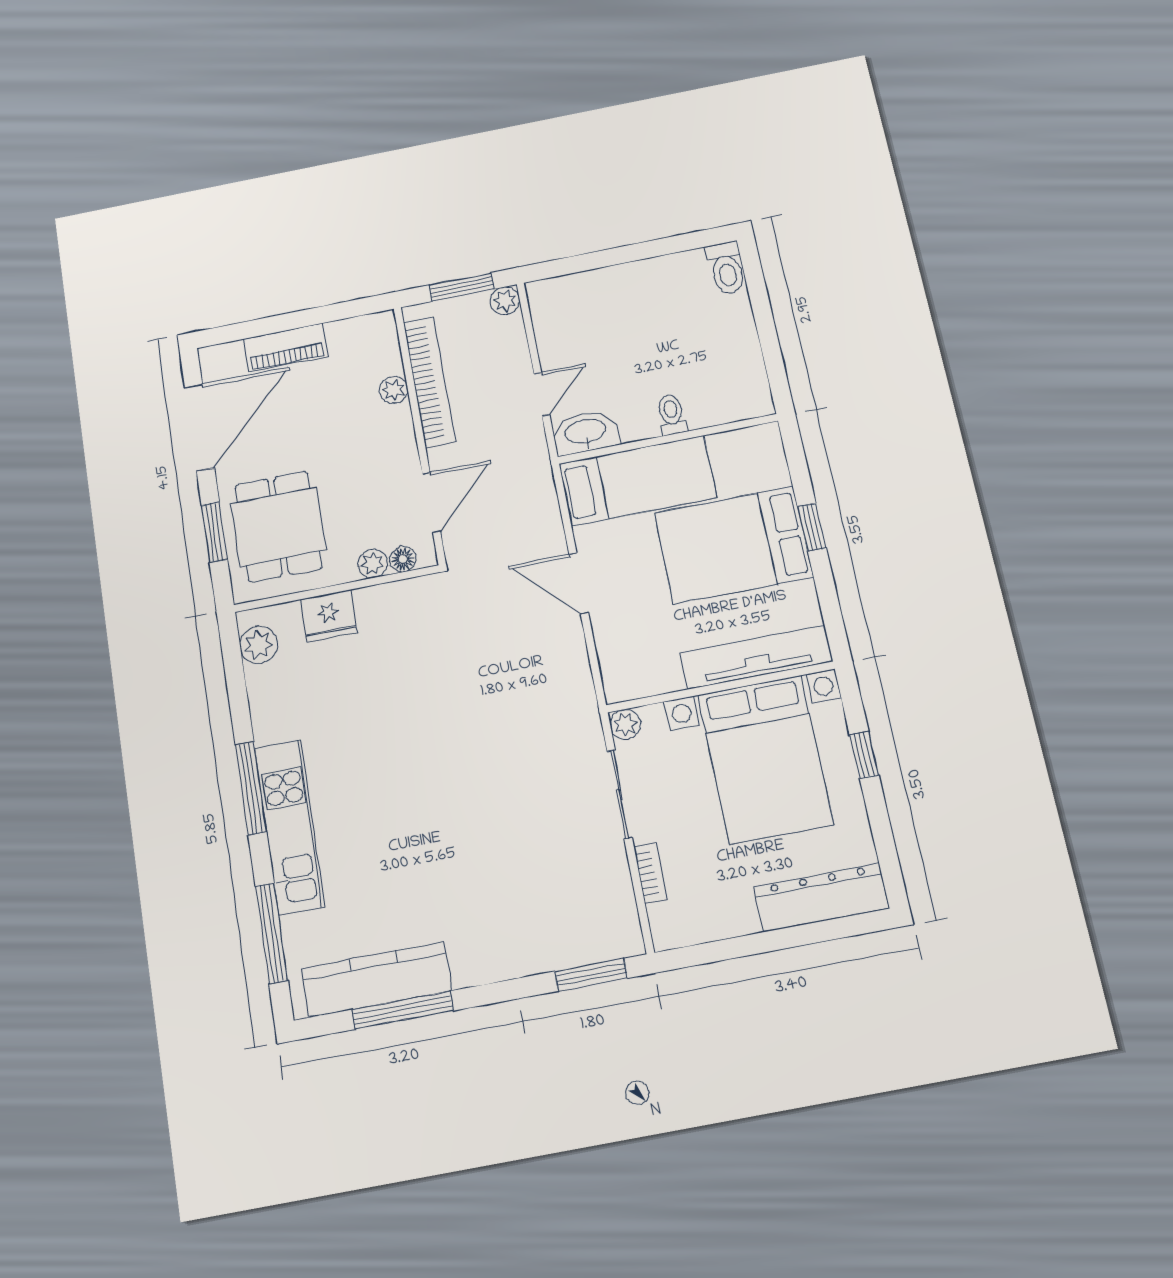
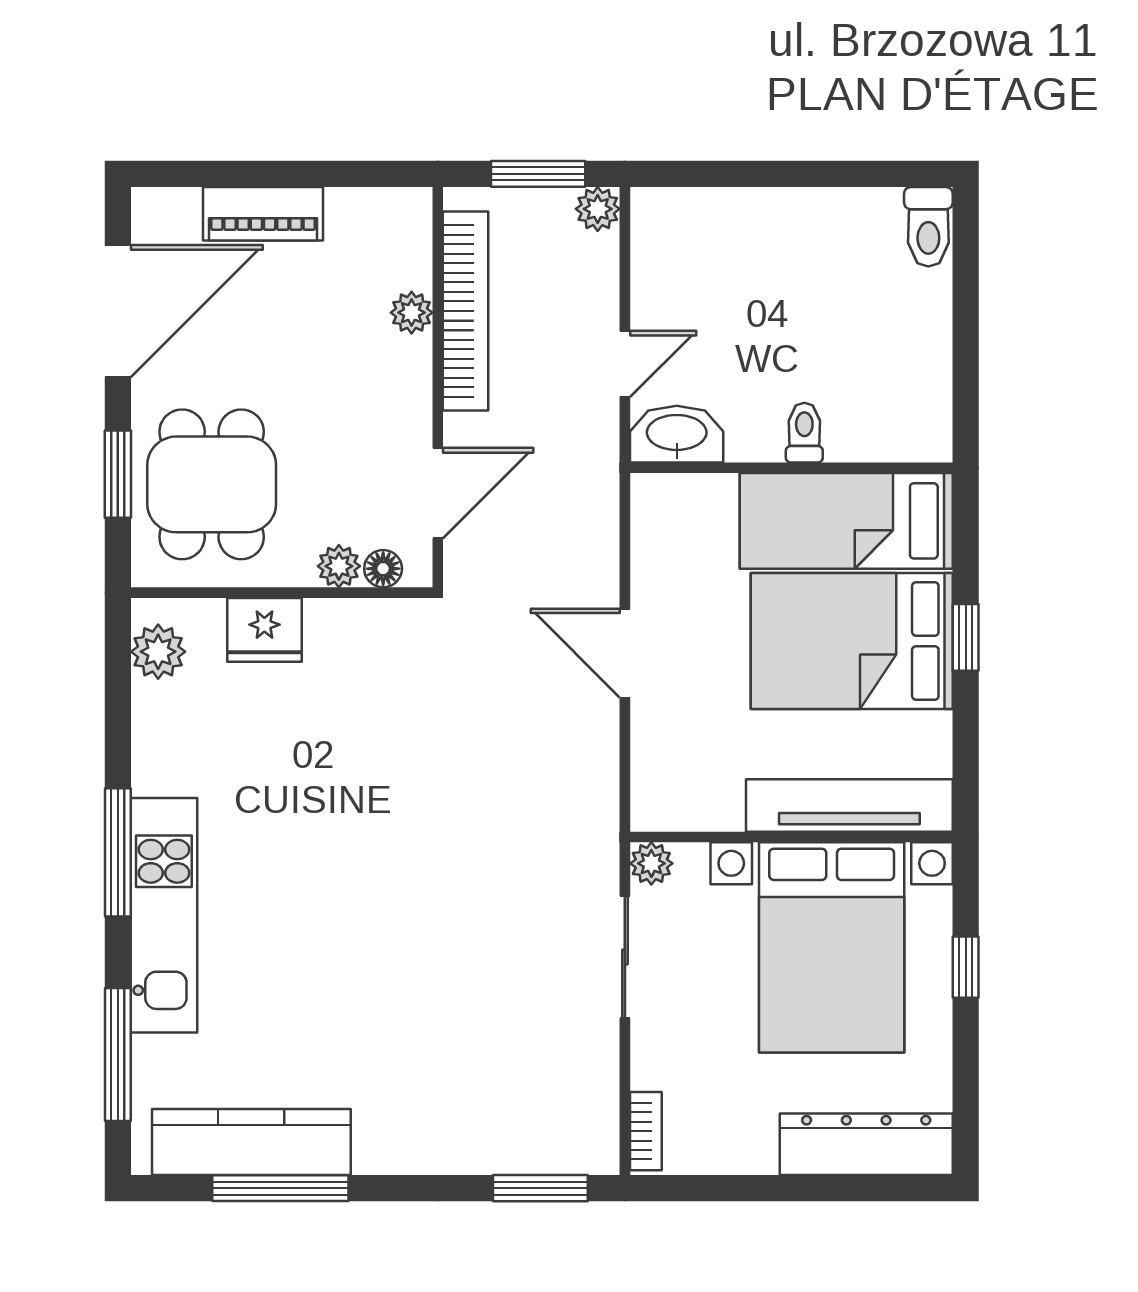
bed: (638, 481) -> (846, 521), moved, turned 180
bookcase: (650, 873) -> (646, 1131), moved

